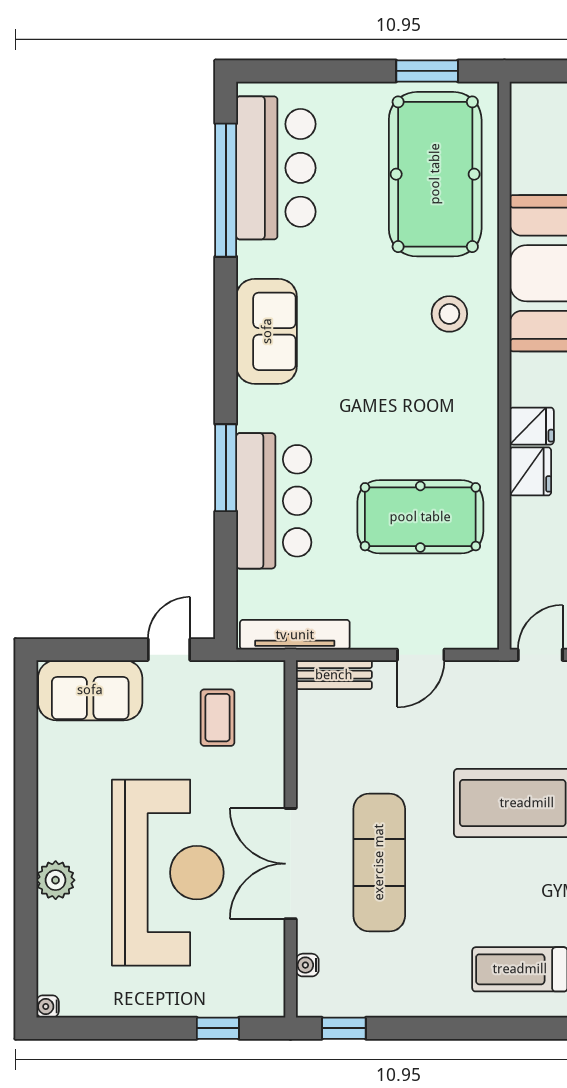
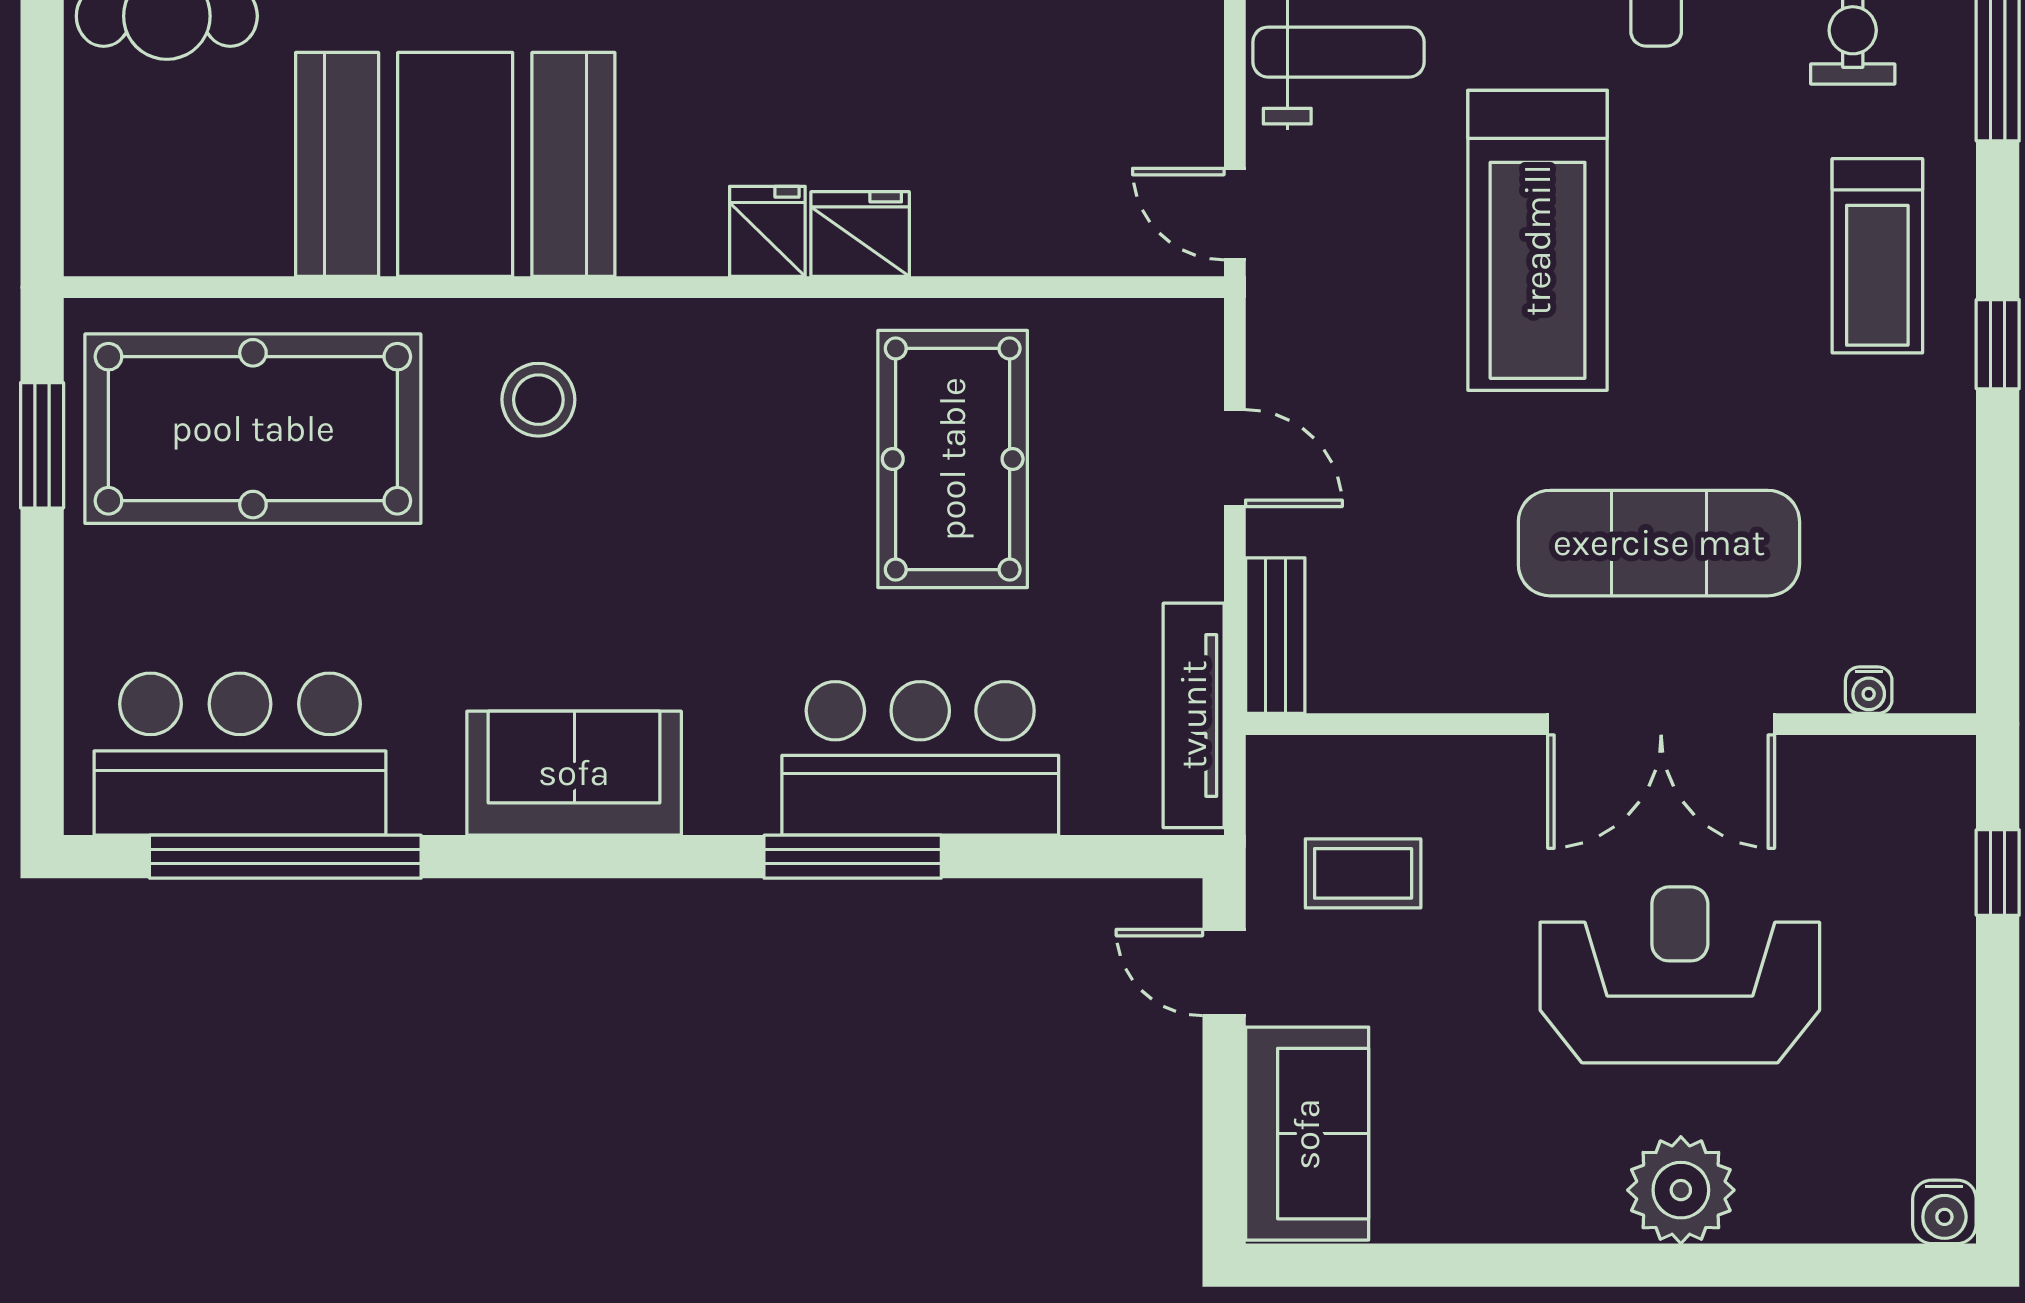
reception desk: (168, 873) -> (1680, 975), width x0.74, depth x0.77
plant: (56, 880) -> (1681, 1190), width x1.36, depth x1.36
water cooler: (48, 1006) -> (1944, 1212), width x1.38, depth x1.38
window: (344, 1028) -> (1998, 344), moved

